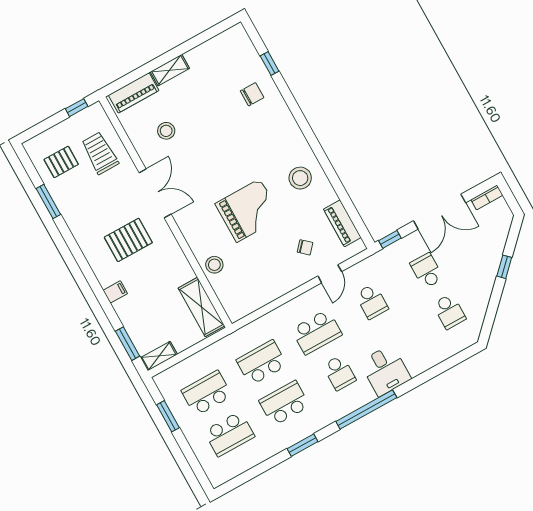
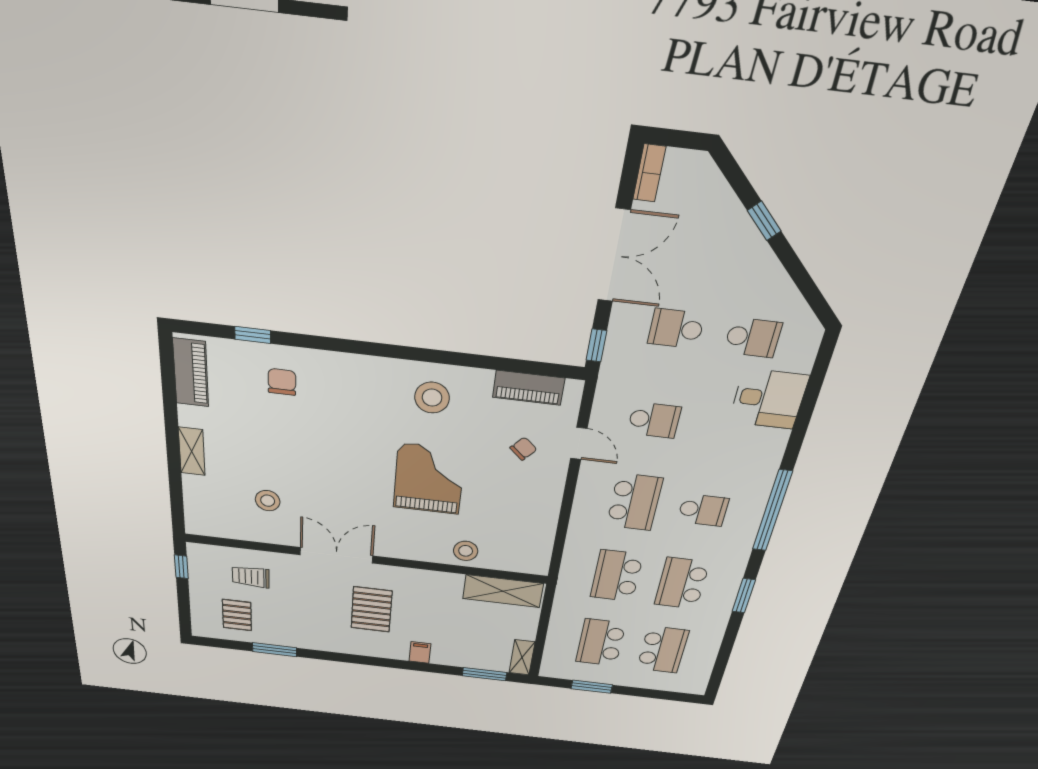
piano: (134, 93) -> (191, 373), moved
trolley: (100, 153) -> (251, 577), width x0.73, depth x0.72
desk: (385, 370) -> (769, 399), moved

